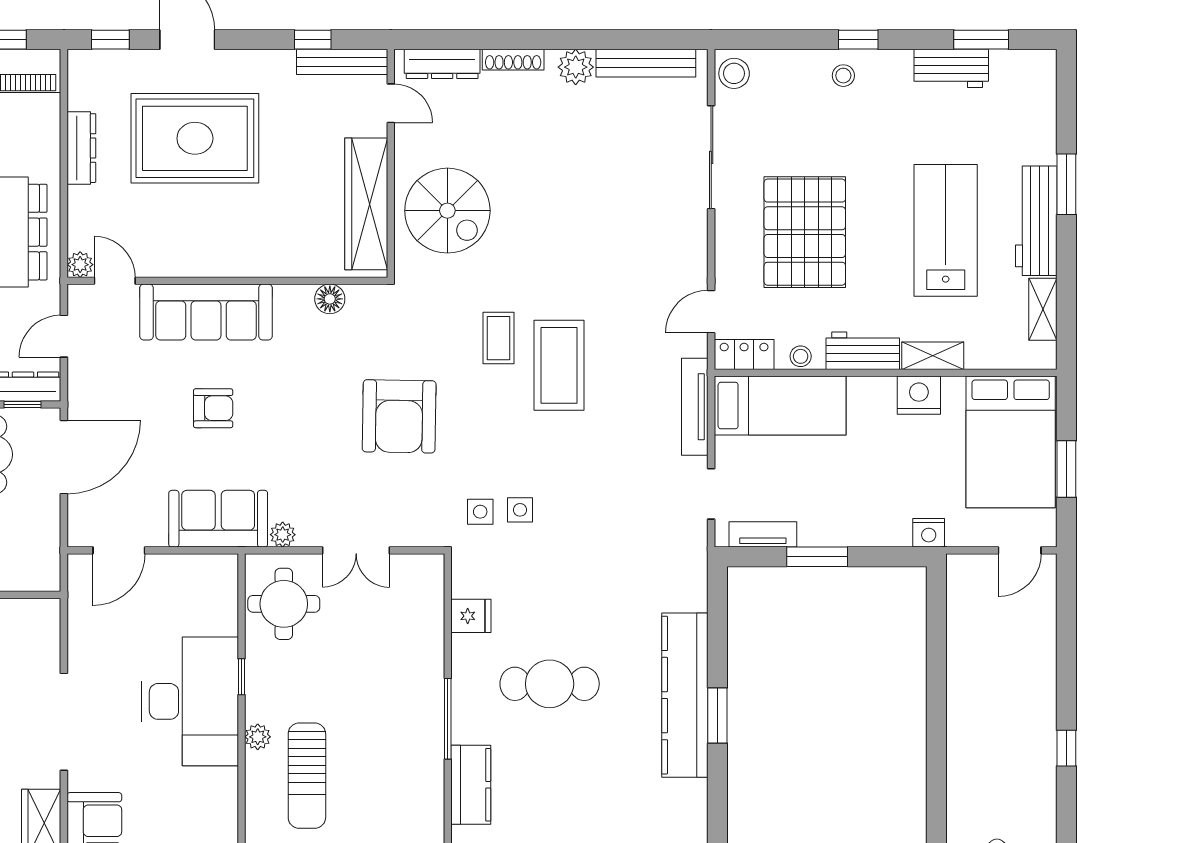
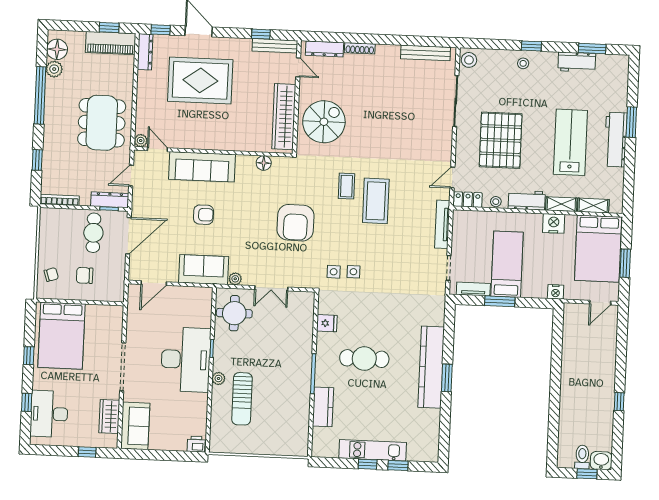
plant: (576, 67) -> (391, 53), removed
dresser: (81, 148) -> (145, 52), moved
spiral stairs: (447, 211) -> (324, 122), turned -90
shelving: (1043, 309) -> (593, 206), moved, turned 90
bed: (780, 406) -> (507, 264), moved, turned -90

